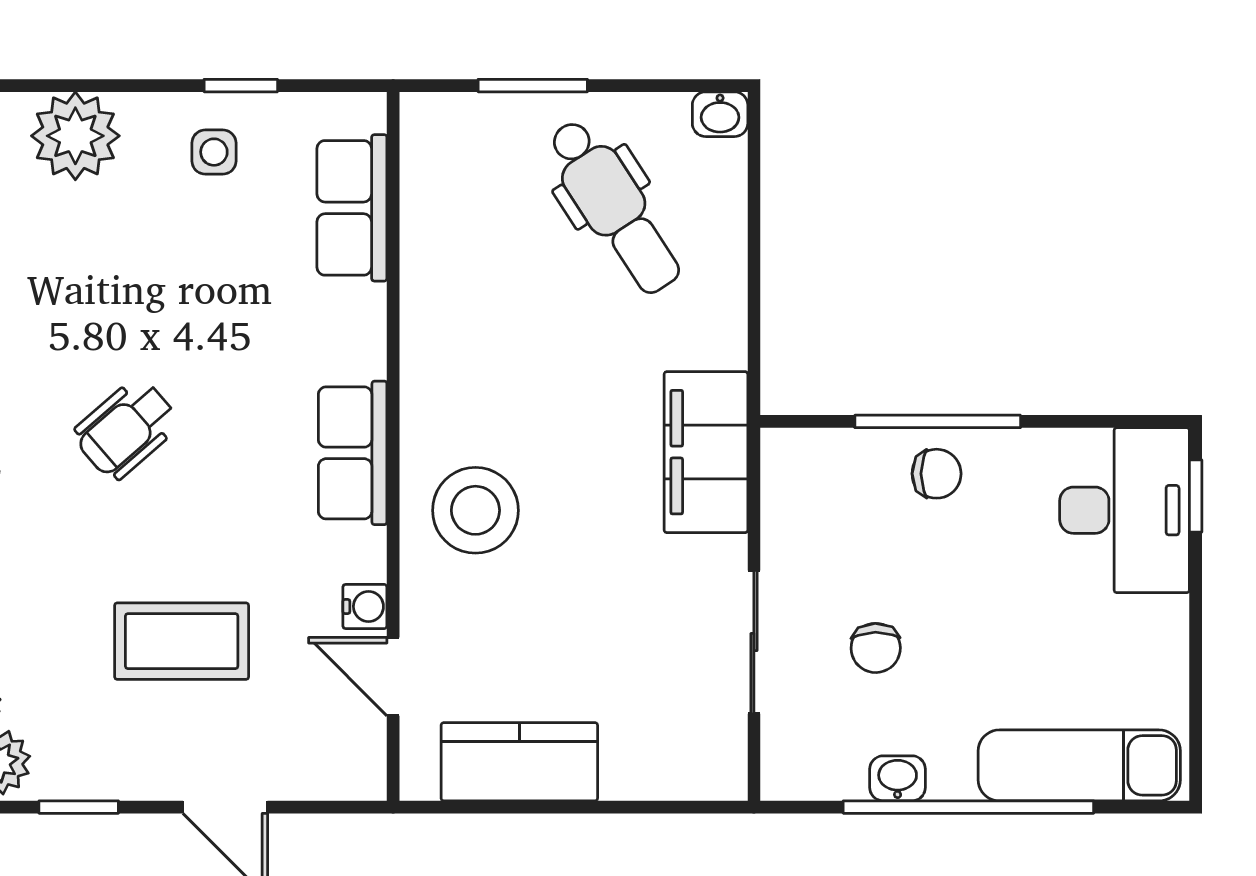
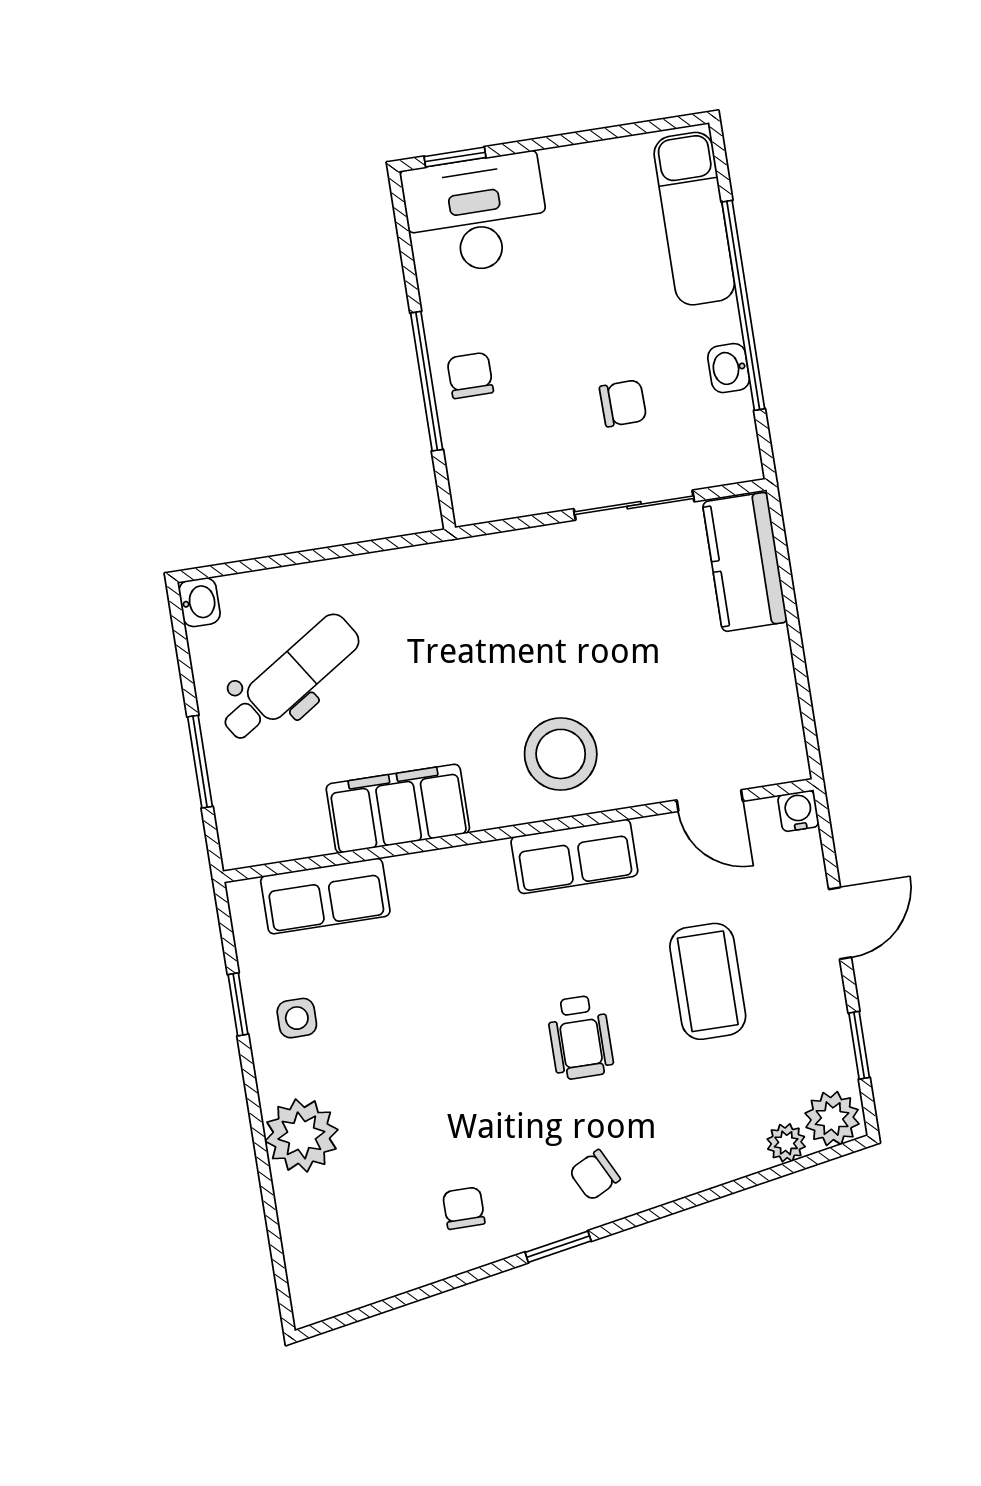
wheelchair: (126, 429) -> (580, 1037), moved, turned 41
filing cabinet: (706, 452) -> (398, 809), moved, turned 180
row of seats: (353, 453) -> (574, 856), moved
water cooler: (365, 606) -> (798, 811), moved
door: (393, 677) -> (710, 801), hinge flipped
kitchen counter: (519, 762) -> (745, 562), moved

